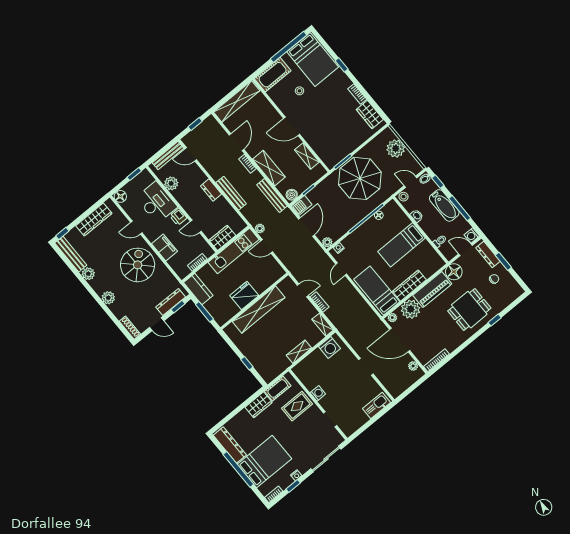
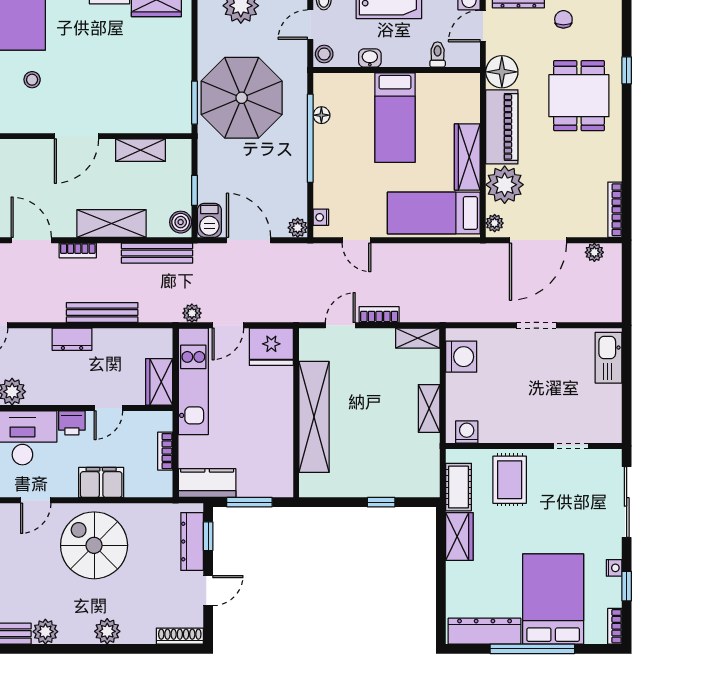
fridge: (244, 296) -> (271, 347), moved, turned -90
washing machine: (318, 393) -> (467, 432), moved

